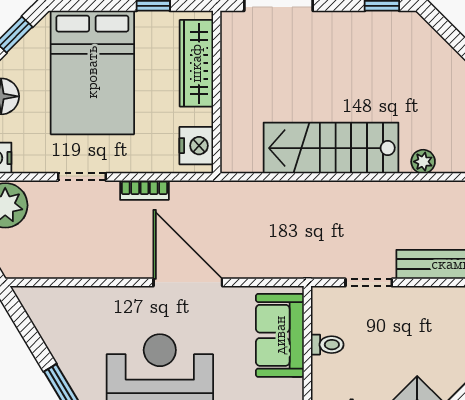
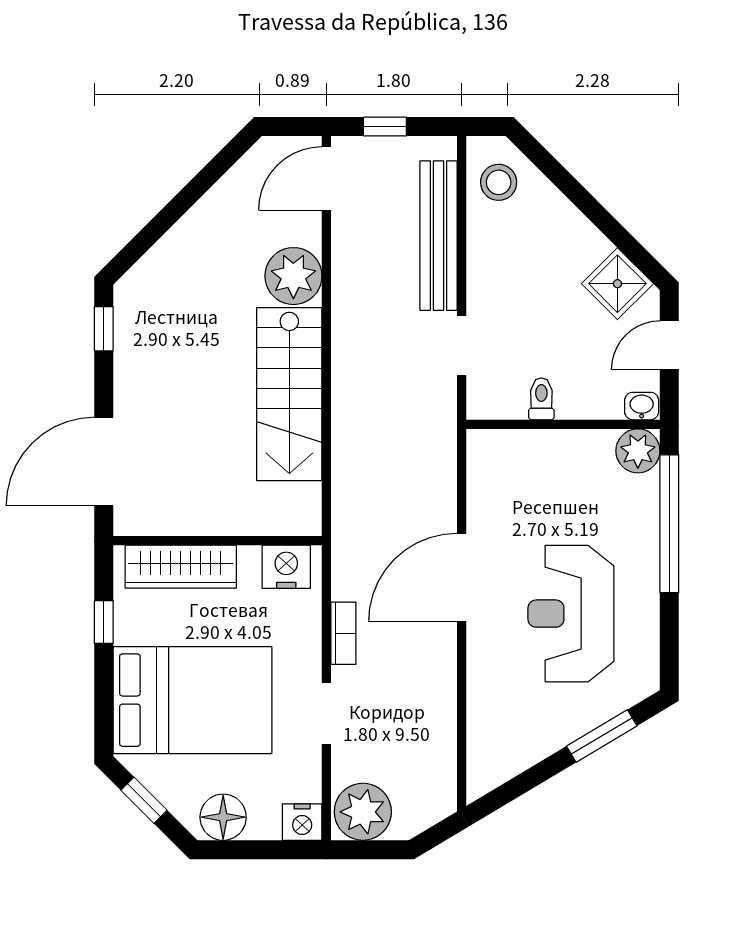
plant: (423, 162) -> (293, 276), width x1.87, depth x1.87
sofa: (280, 335) -> (530, 460), removed

